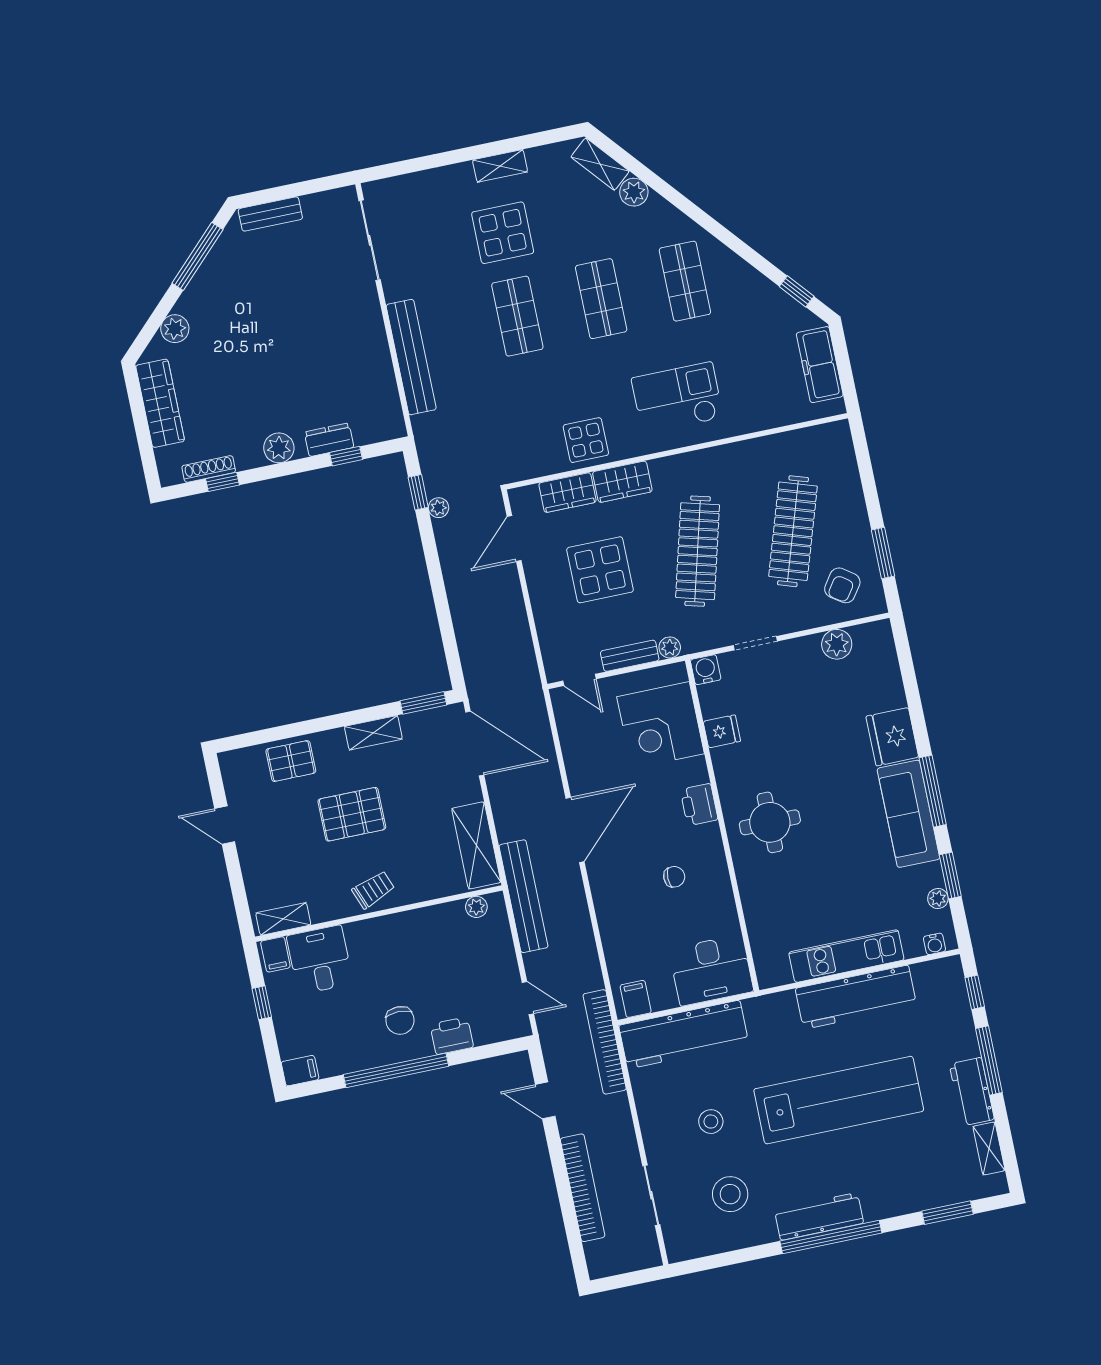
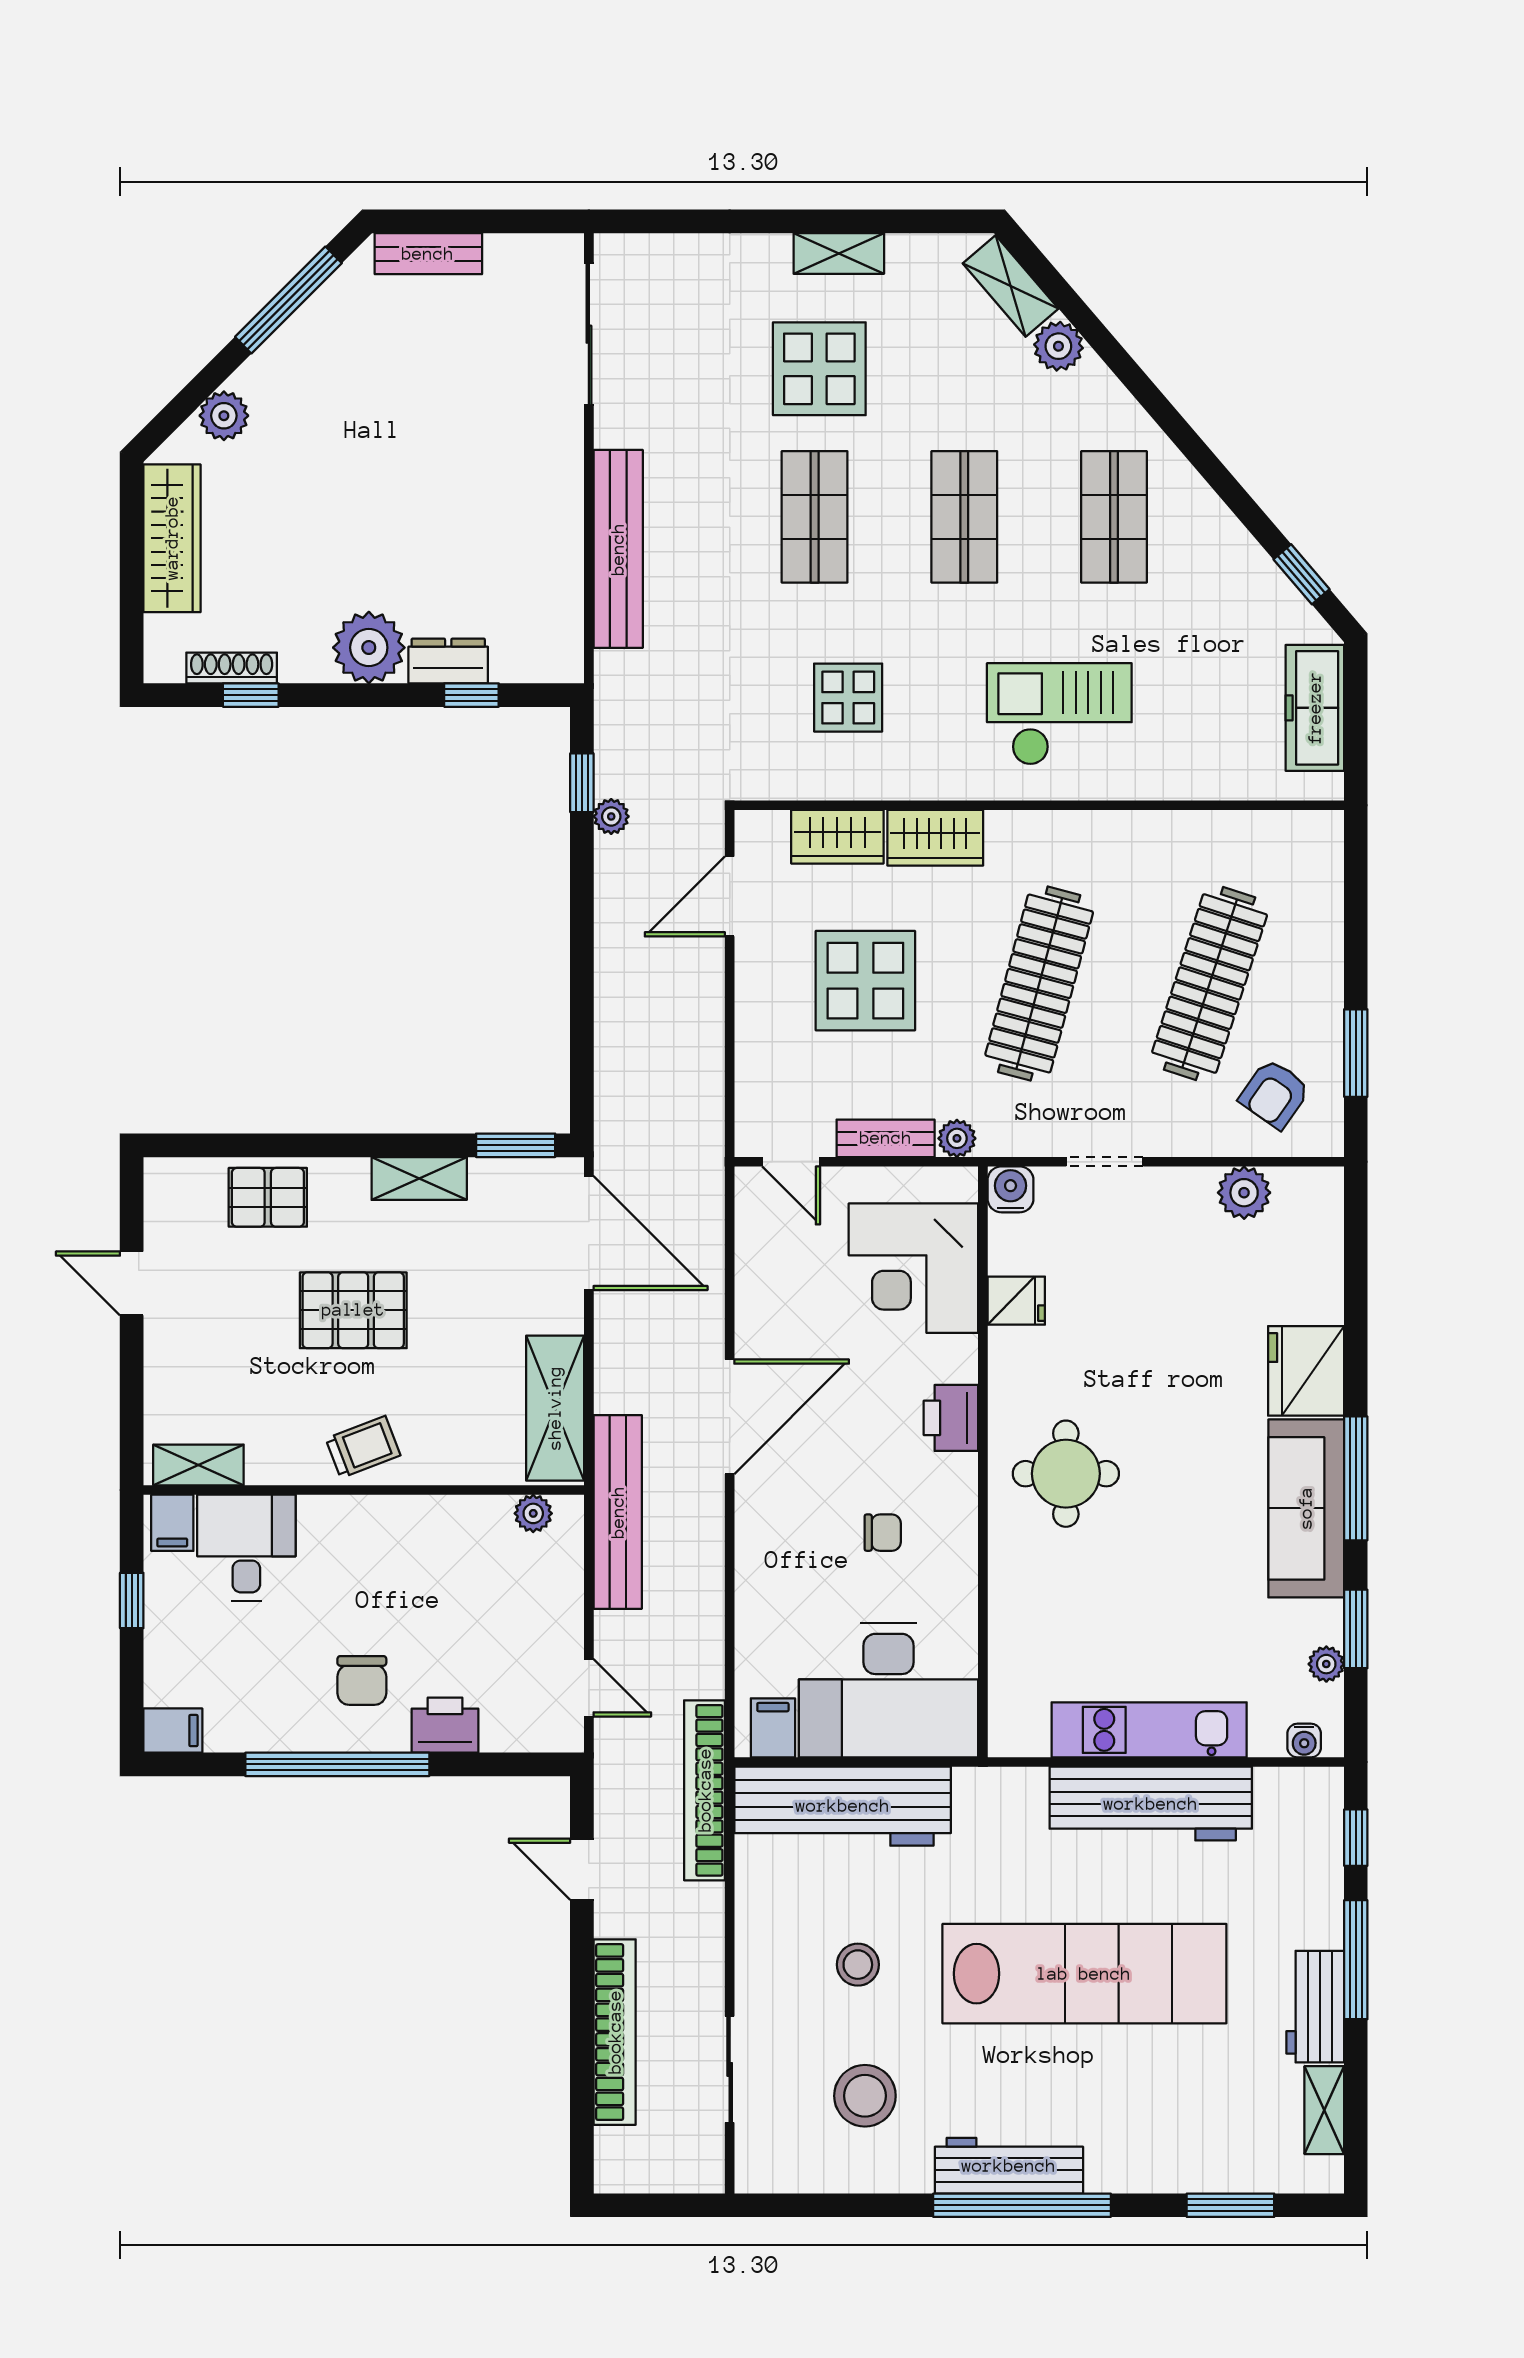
display table: (586, 440) -> (848, 698), moved
plant: (279, 448) -> (369, 648), width x1.36, depth x1.36
desk: (711, 970) -> (889, 1690), width x1.36, depth x1.30

